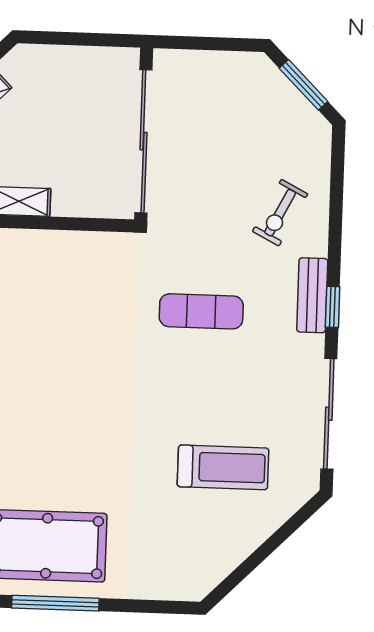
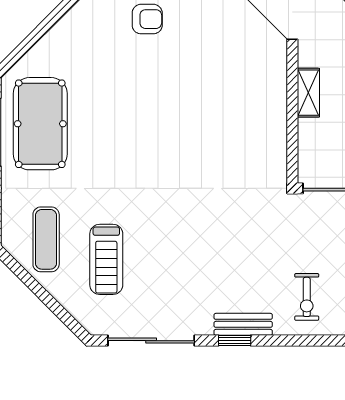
exercise bike: (280, 213) -> (307, 297), turned -117
exercise mat: (201, 311) -> (46, 239), moved

